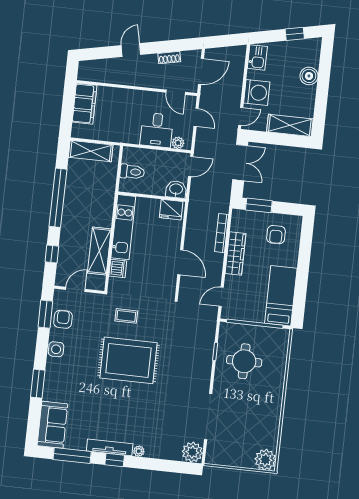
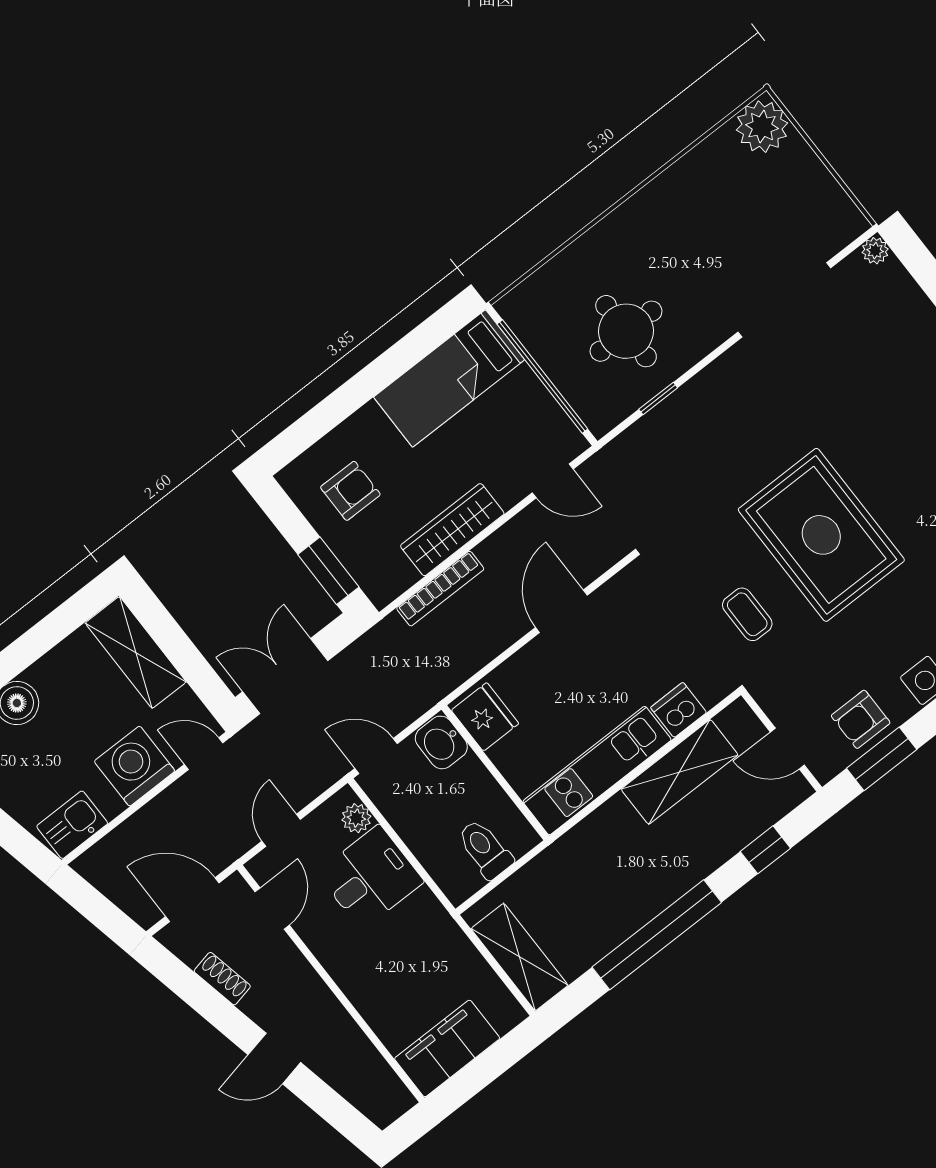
plant: (192, 452) -> (875, 251), width x0.53, depth x0.53

